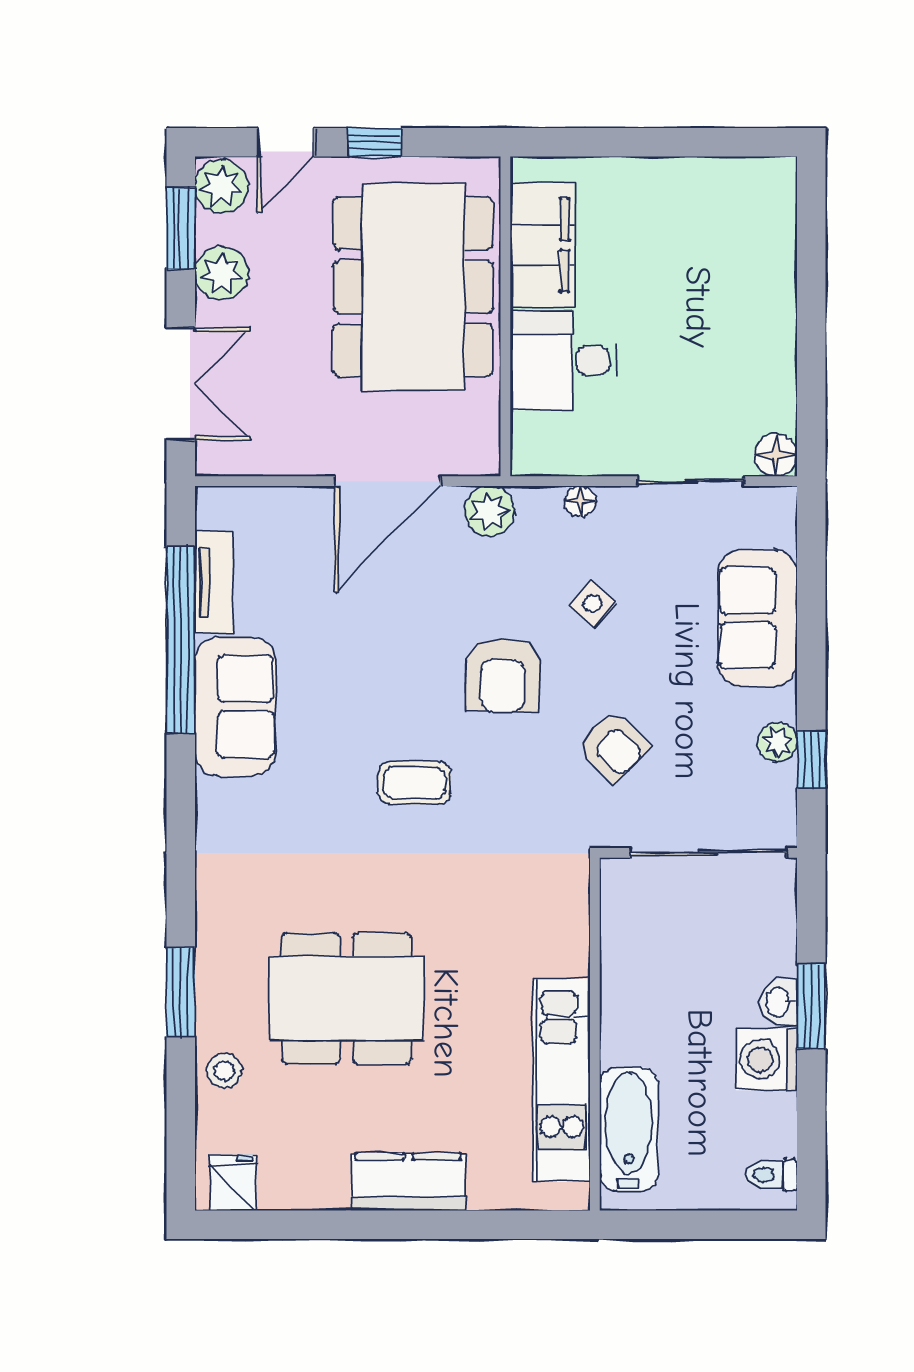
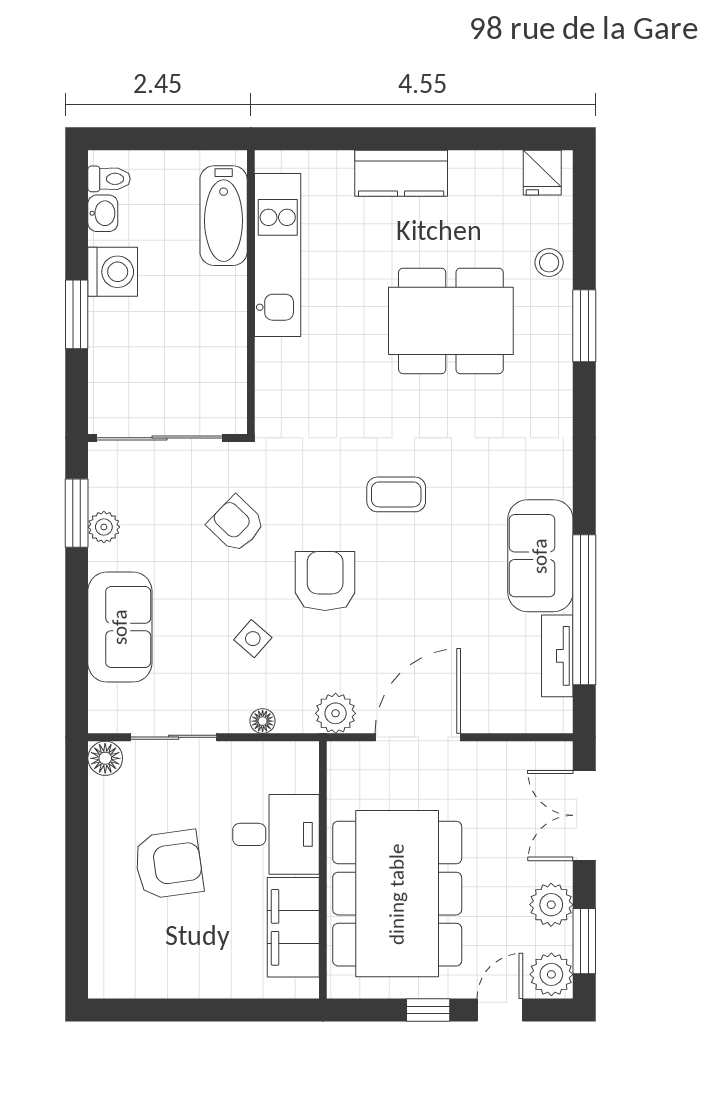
armchair: (697, 323) -> (169, 864), added
window: (811, 760) -> (77, 513), width x1.50
washbasin: (779, 1002) -> (103, 213), moved

